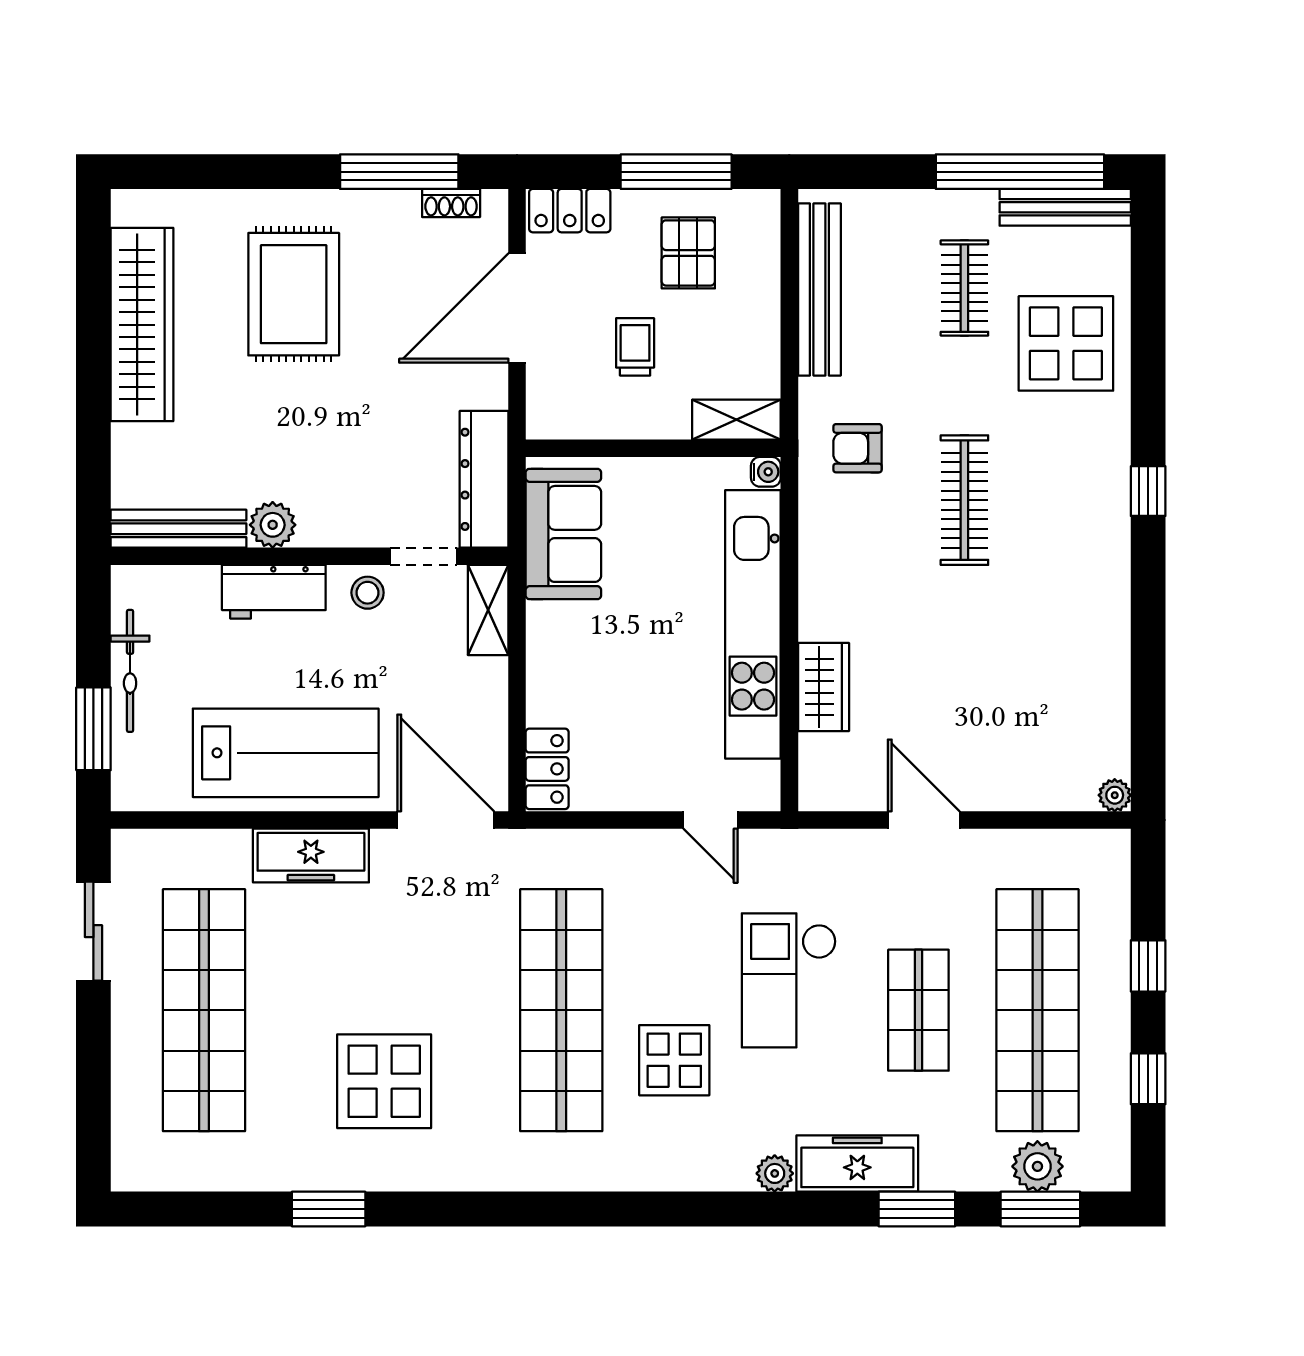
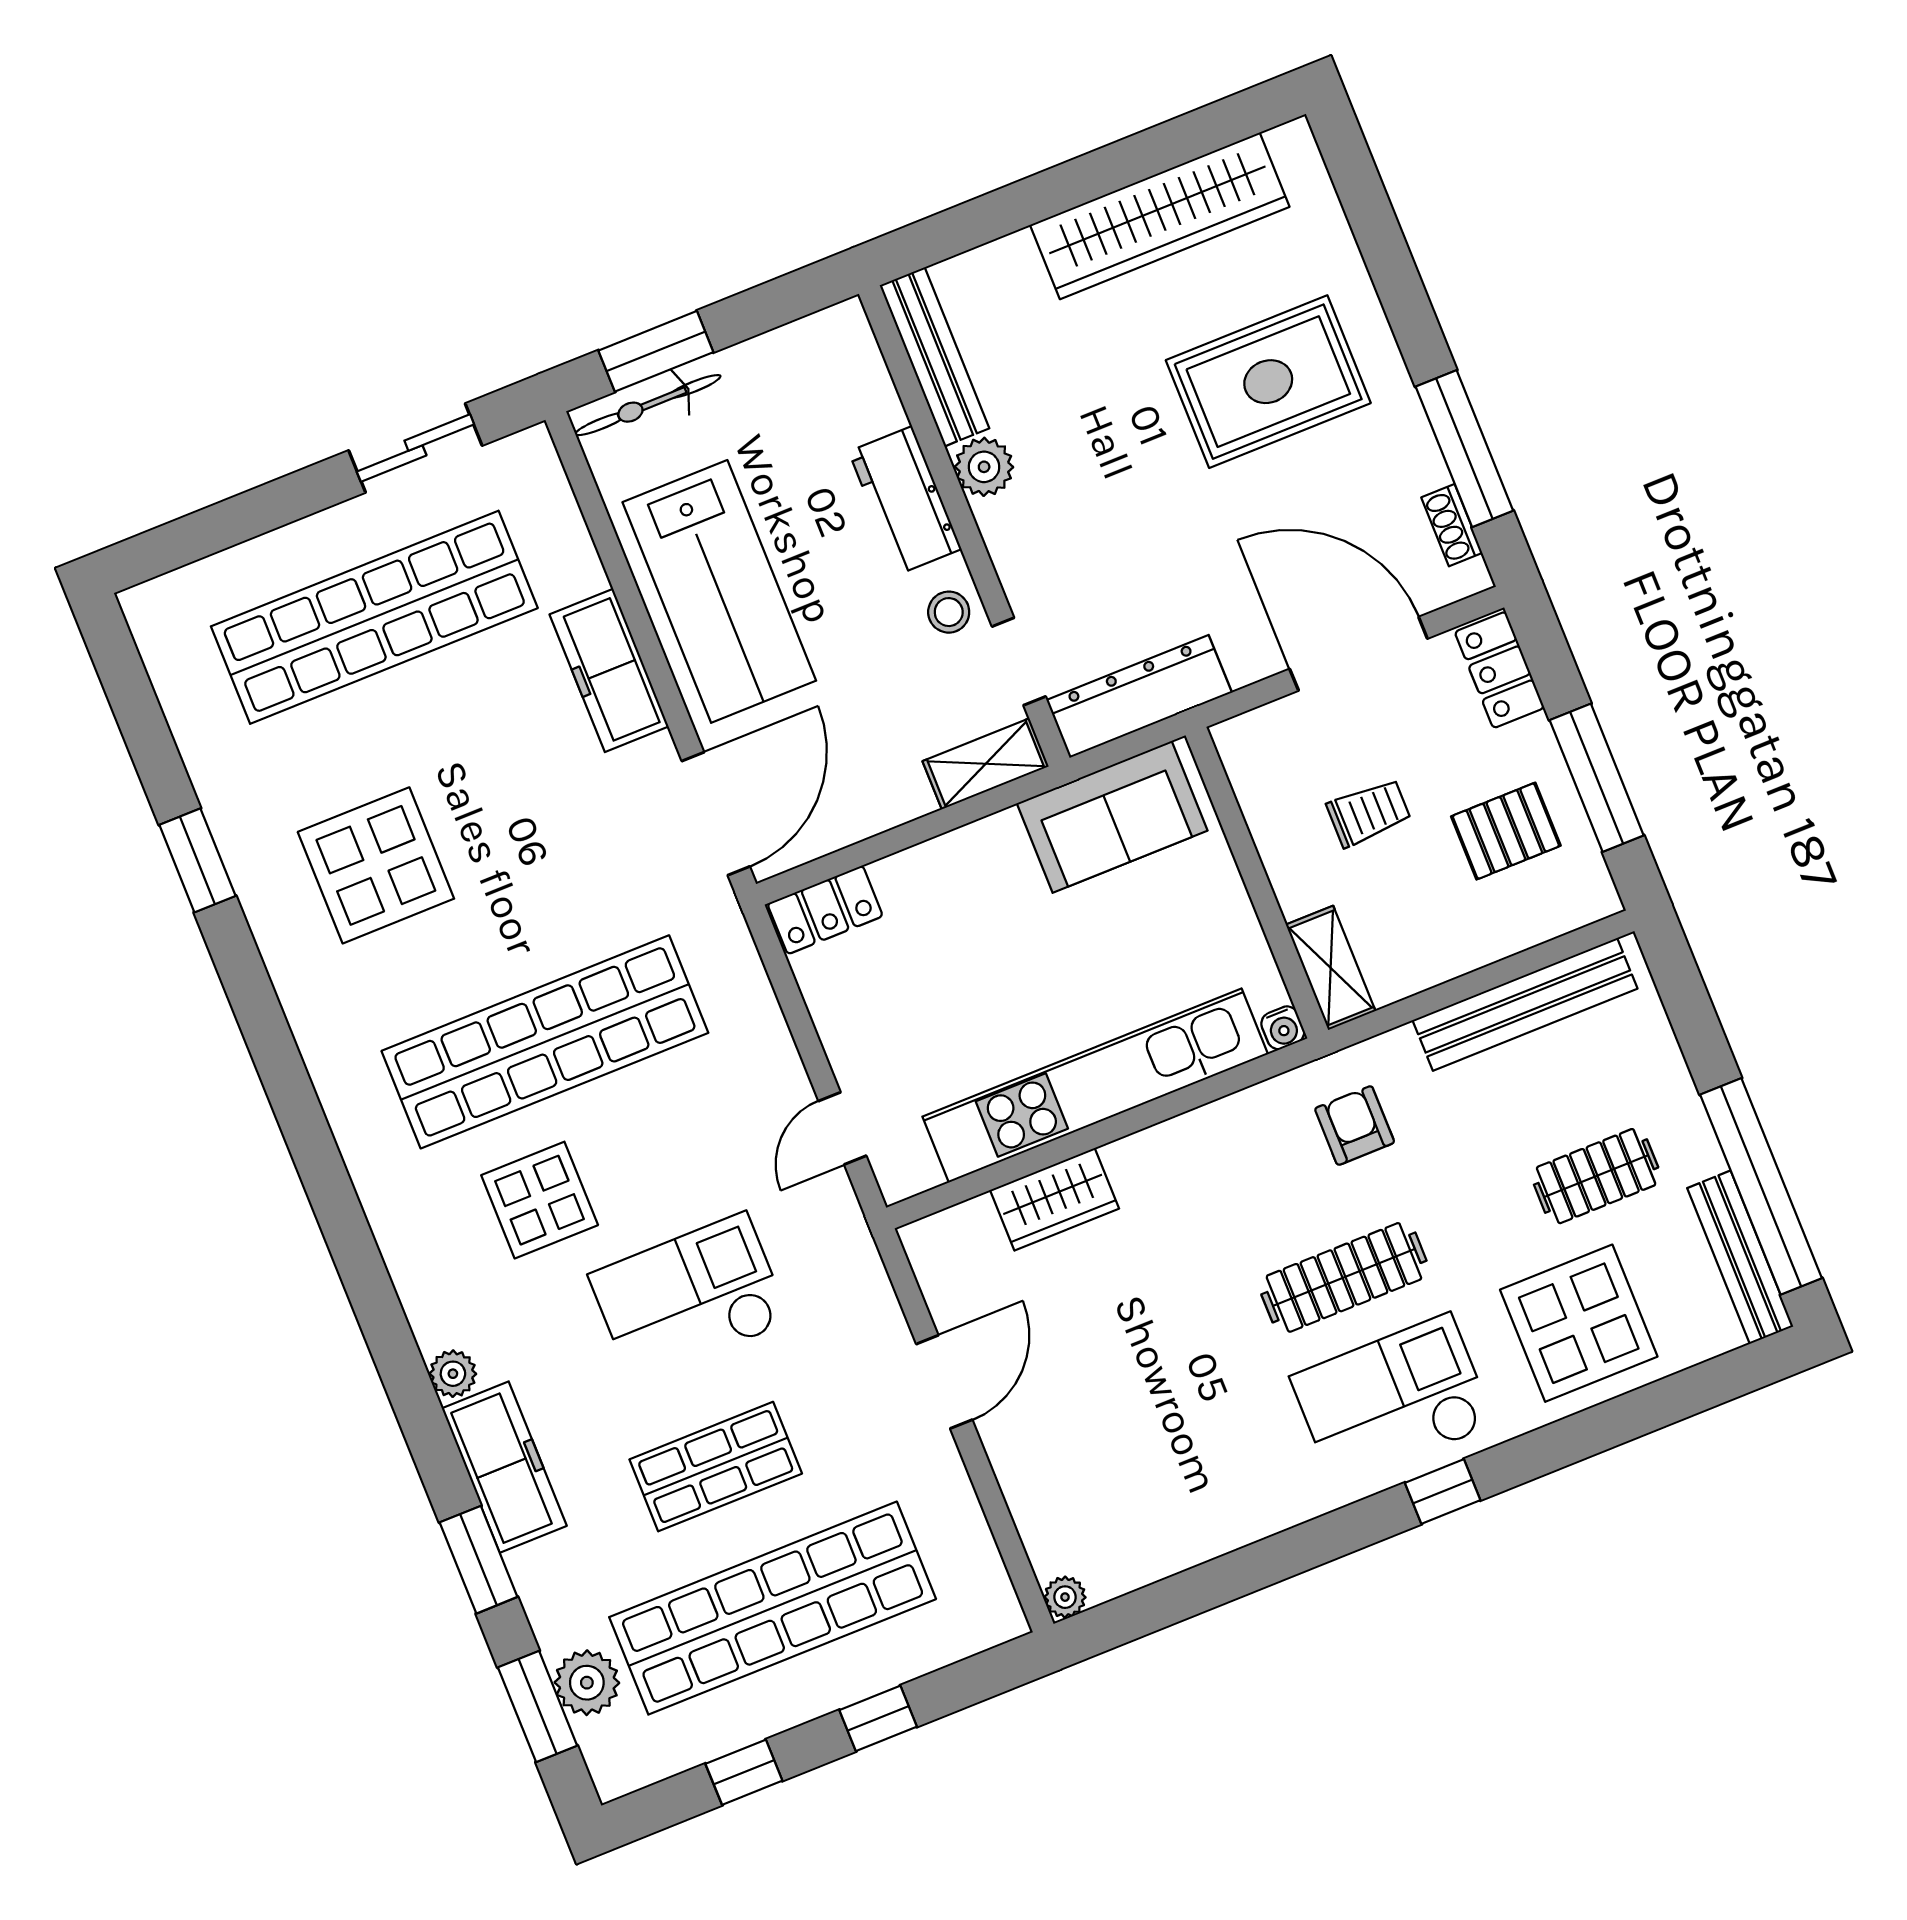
checkout: (1068, 501) -> (1392, 1401), added
bicycle: (130, 671) -> (648, 405), moved

